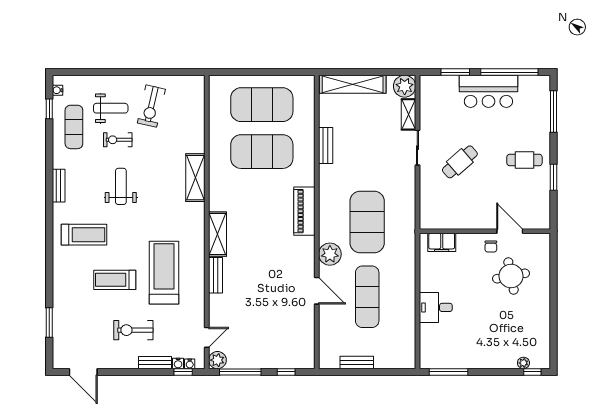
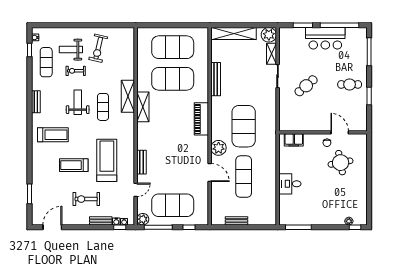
weight bench: (111, 108) -> (71, 50), turned 180
bench: (326, 145) -> (216, 79), width x1.36
exercise mat: (158, 193) -> (103, 107), added
shelving: (218, 234) -> (143, 107), moved
door: (207, 337) -> (136, 190), moved
exercise mat: (262, 339) -> (173, 205), added
door: (83, 372) -> (52, 227), swing flipped

